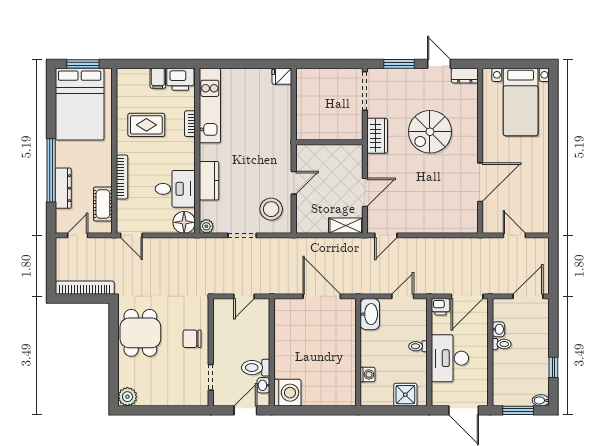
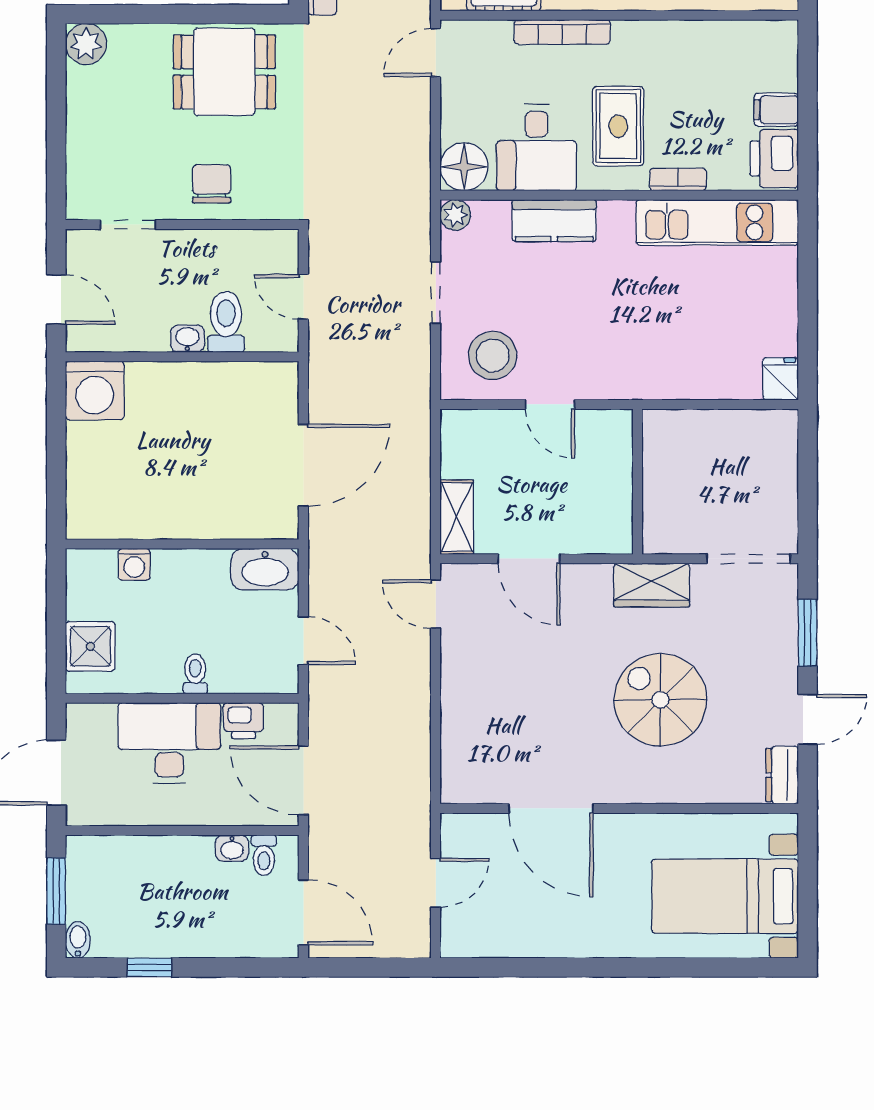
rug: (146, 125) -> (618, 126), moved
printer: (440, 307) -> (243, 721), moved, turned -90
toilet: (502, 344) -> (264, 855), moved
toilet: (256, 368) -> (226, 322), moved
washbasin: (263, 385) -> (187, 339), moved

